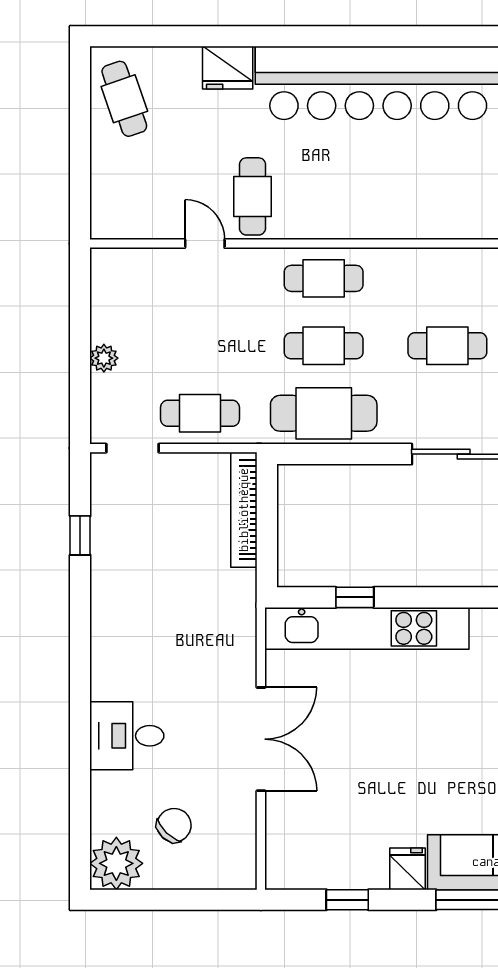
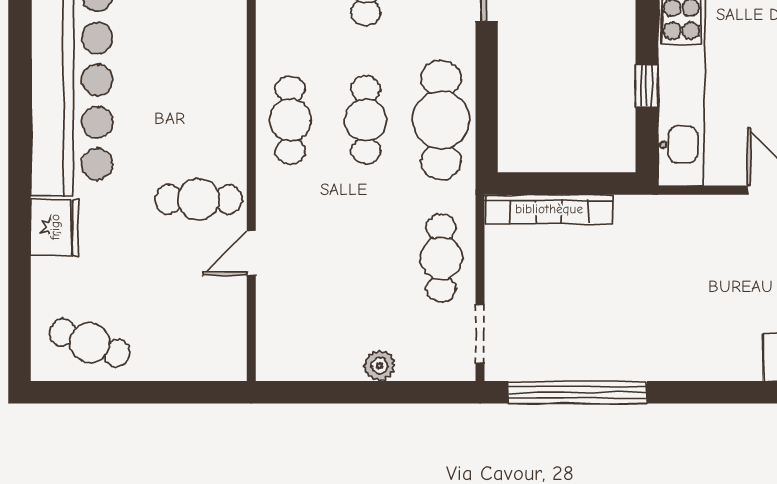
cafe table: (124, 99) -> (90, 343), turned 40
window: (80, 535) -> (578, 392), width x3.17

